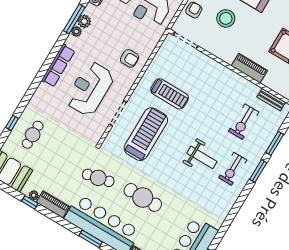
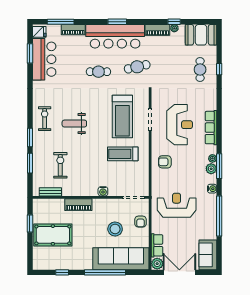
water cooler: (215, 67) -> (103, 191), added
exercise bike: (233, 169) -> (45, 119), moved
cafe table: (143, 197) -> (98, 72), width x0.73, depth x0.74

